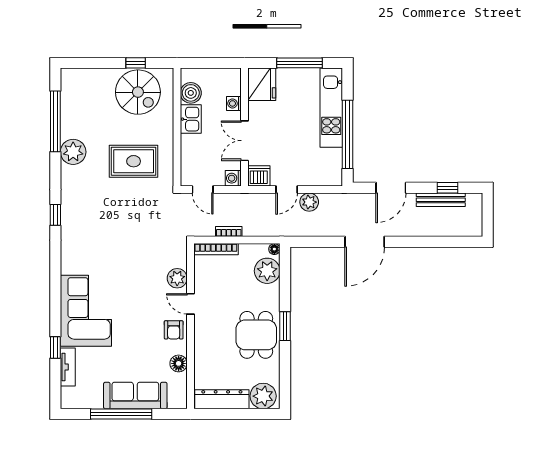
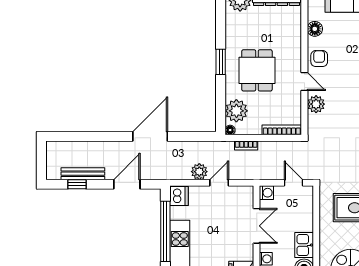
dishwasher: (259, 176) -> (179, 196), moved, turned -90
bookcase: (229, 232) -> (246, 146), moved
dining table: (256, 335) -> (257, 70), moved

